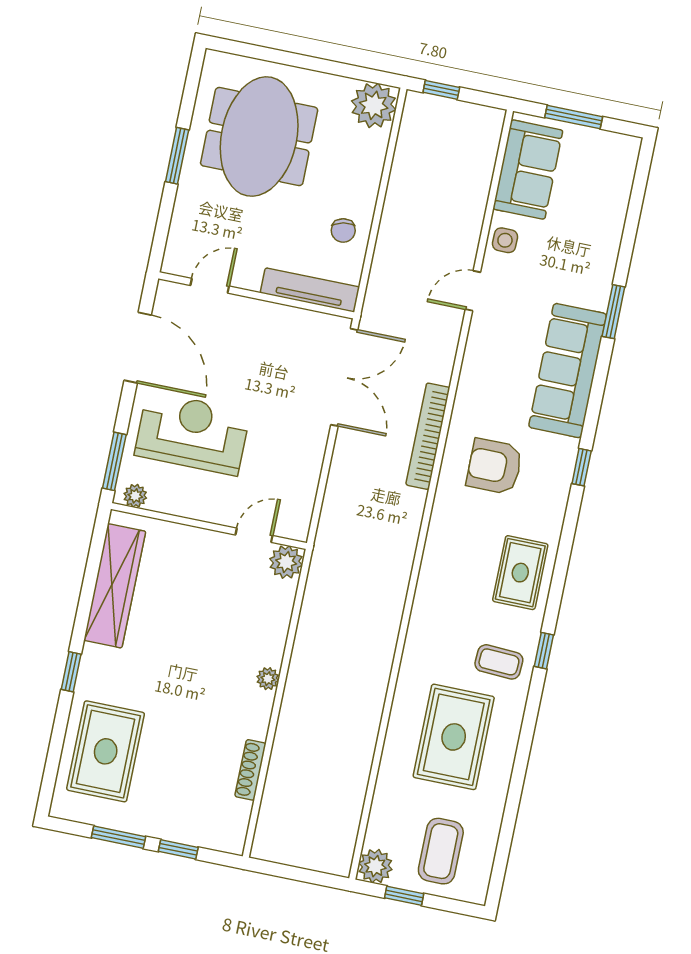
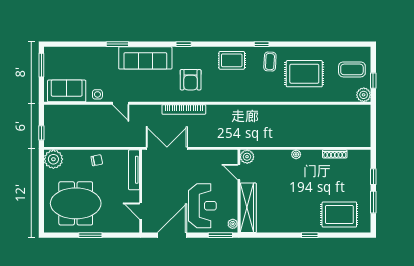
window: (574, 117) -> (41, 65), moved
chair: (343, 230) -> (97, 160), moved
reception desk: (192, 433) -> (202, 206), turned 180
wardrobe: (115, 586) -> (248, 208), moved, turned 90

